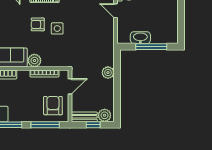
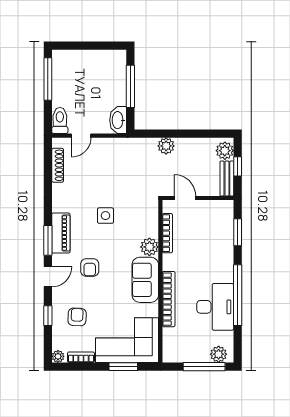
armchair: (38, 24) -> (90, 267), moved
washbasin: (140, 38) -> (118, 120), moved
armchair: (53, 106) -> (211, 221), removed
window: (45, 125) -> (238, 232), width x0.69

